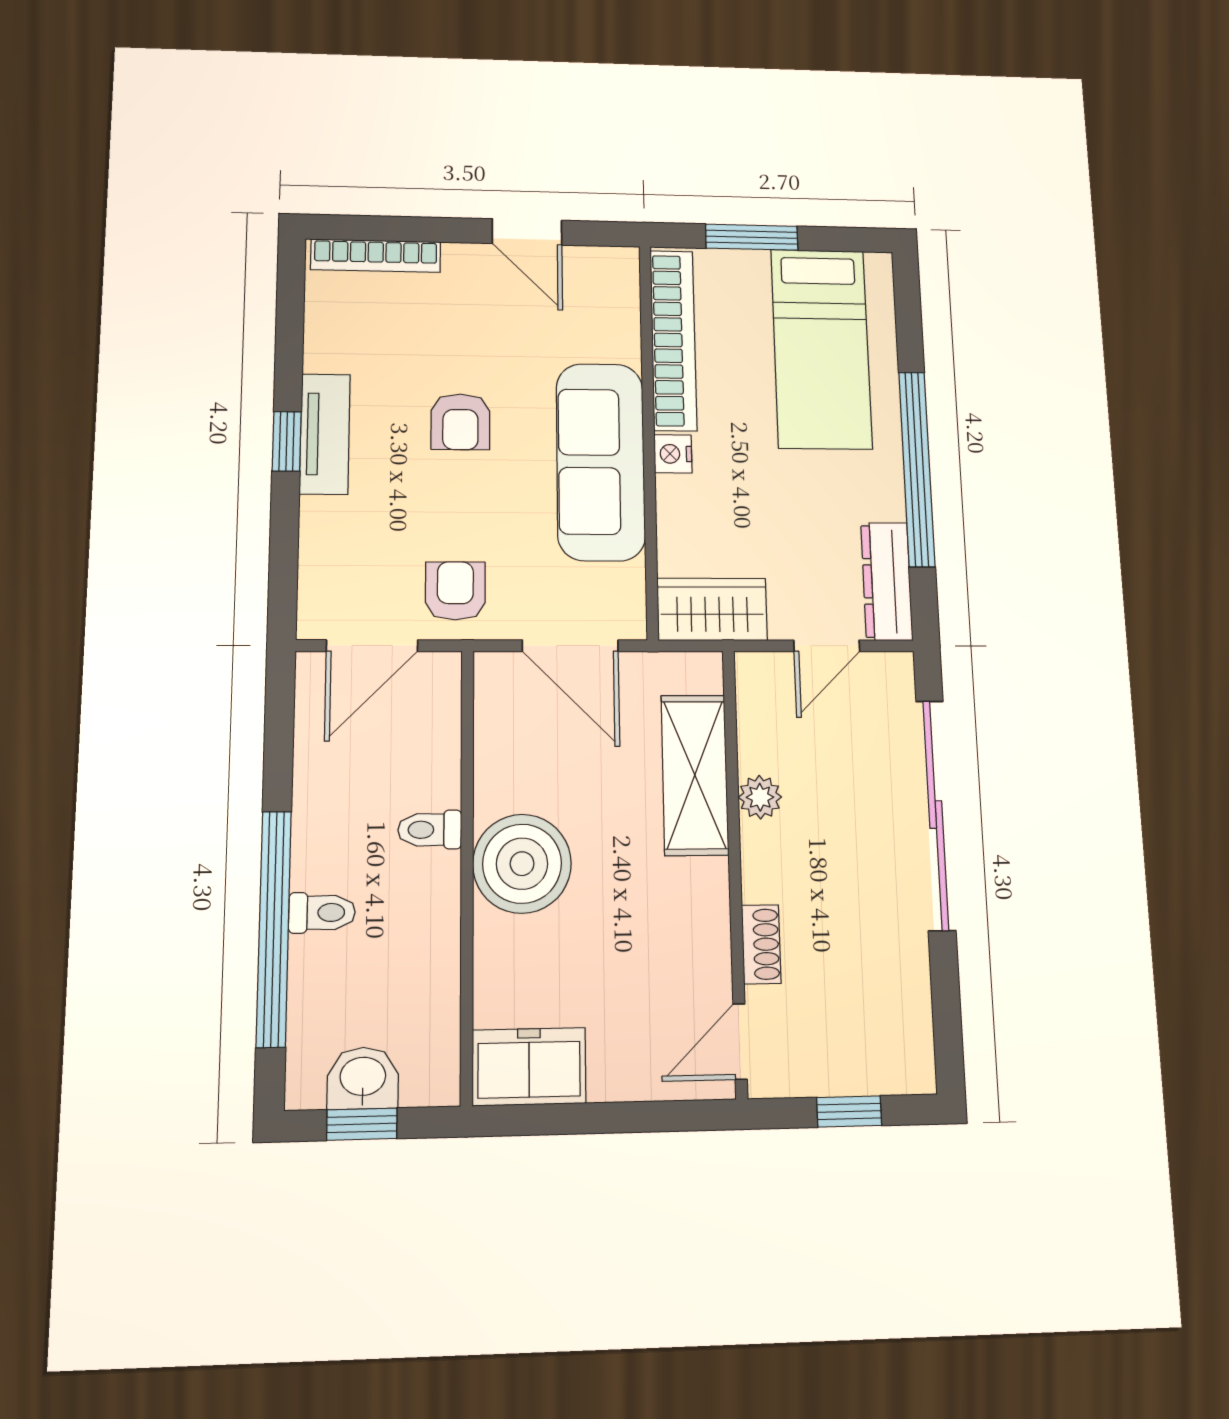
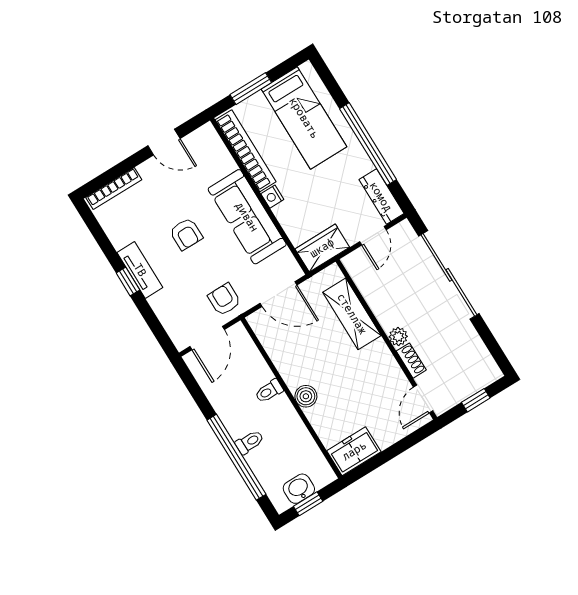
plant: (760, 797) -> (398, 337), moved
boiler: (522, 864) -> (306, 396), width x0.54, depth x0.54

